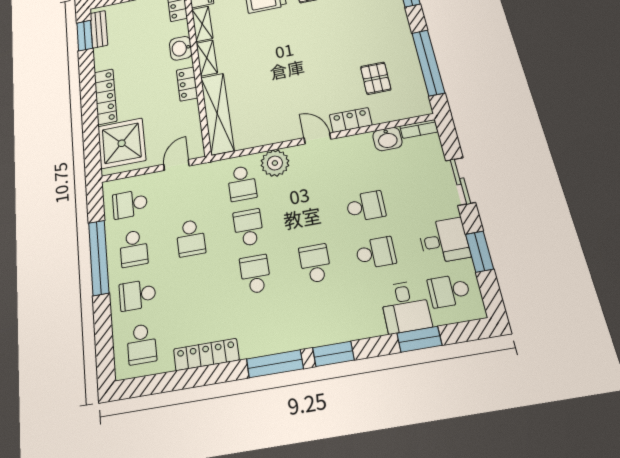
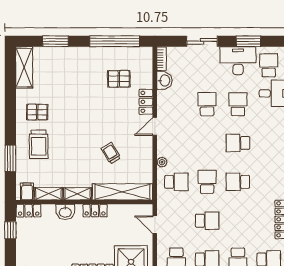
trolley: (269, 88) -> (111, 153), added
plant: (275, 163) -> (162, 162), width x0.53, depth x0.53
school desk: (248, 228) -> (207, 182), turned 90
desk: (444, 241) -> (238, 61), width x1.37
school desk: (449, 291) -> (269, 65), turned 180

